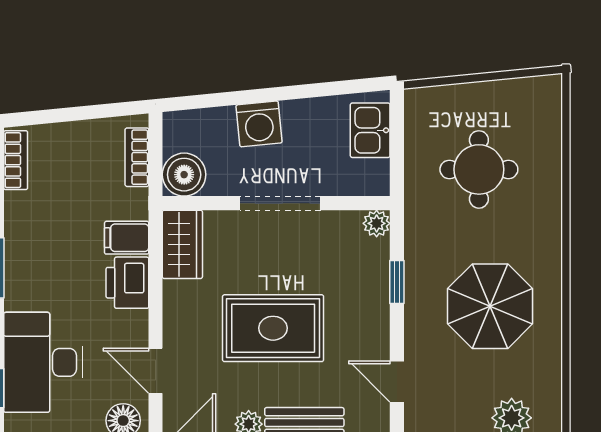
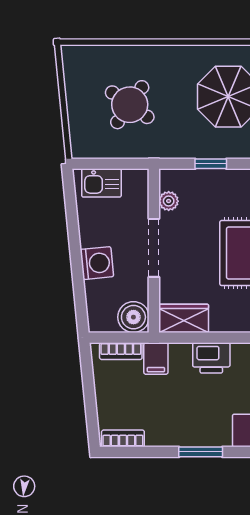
round table: (479, 169) -> (130, 105), turned 35
plant: (377, 223) -> (169, 201), moved
filing cabinet: (127, 238) -> (156, 358), moved

